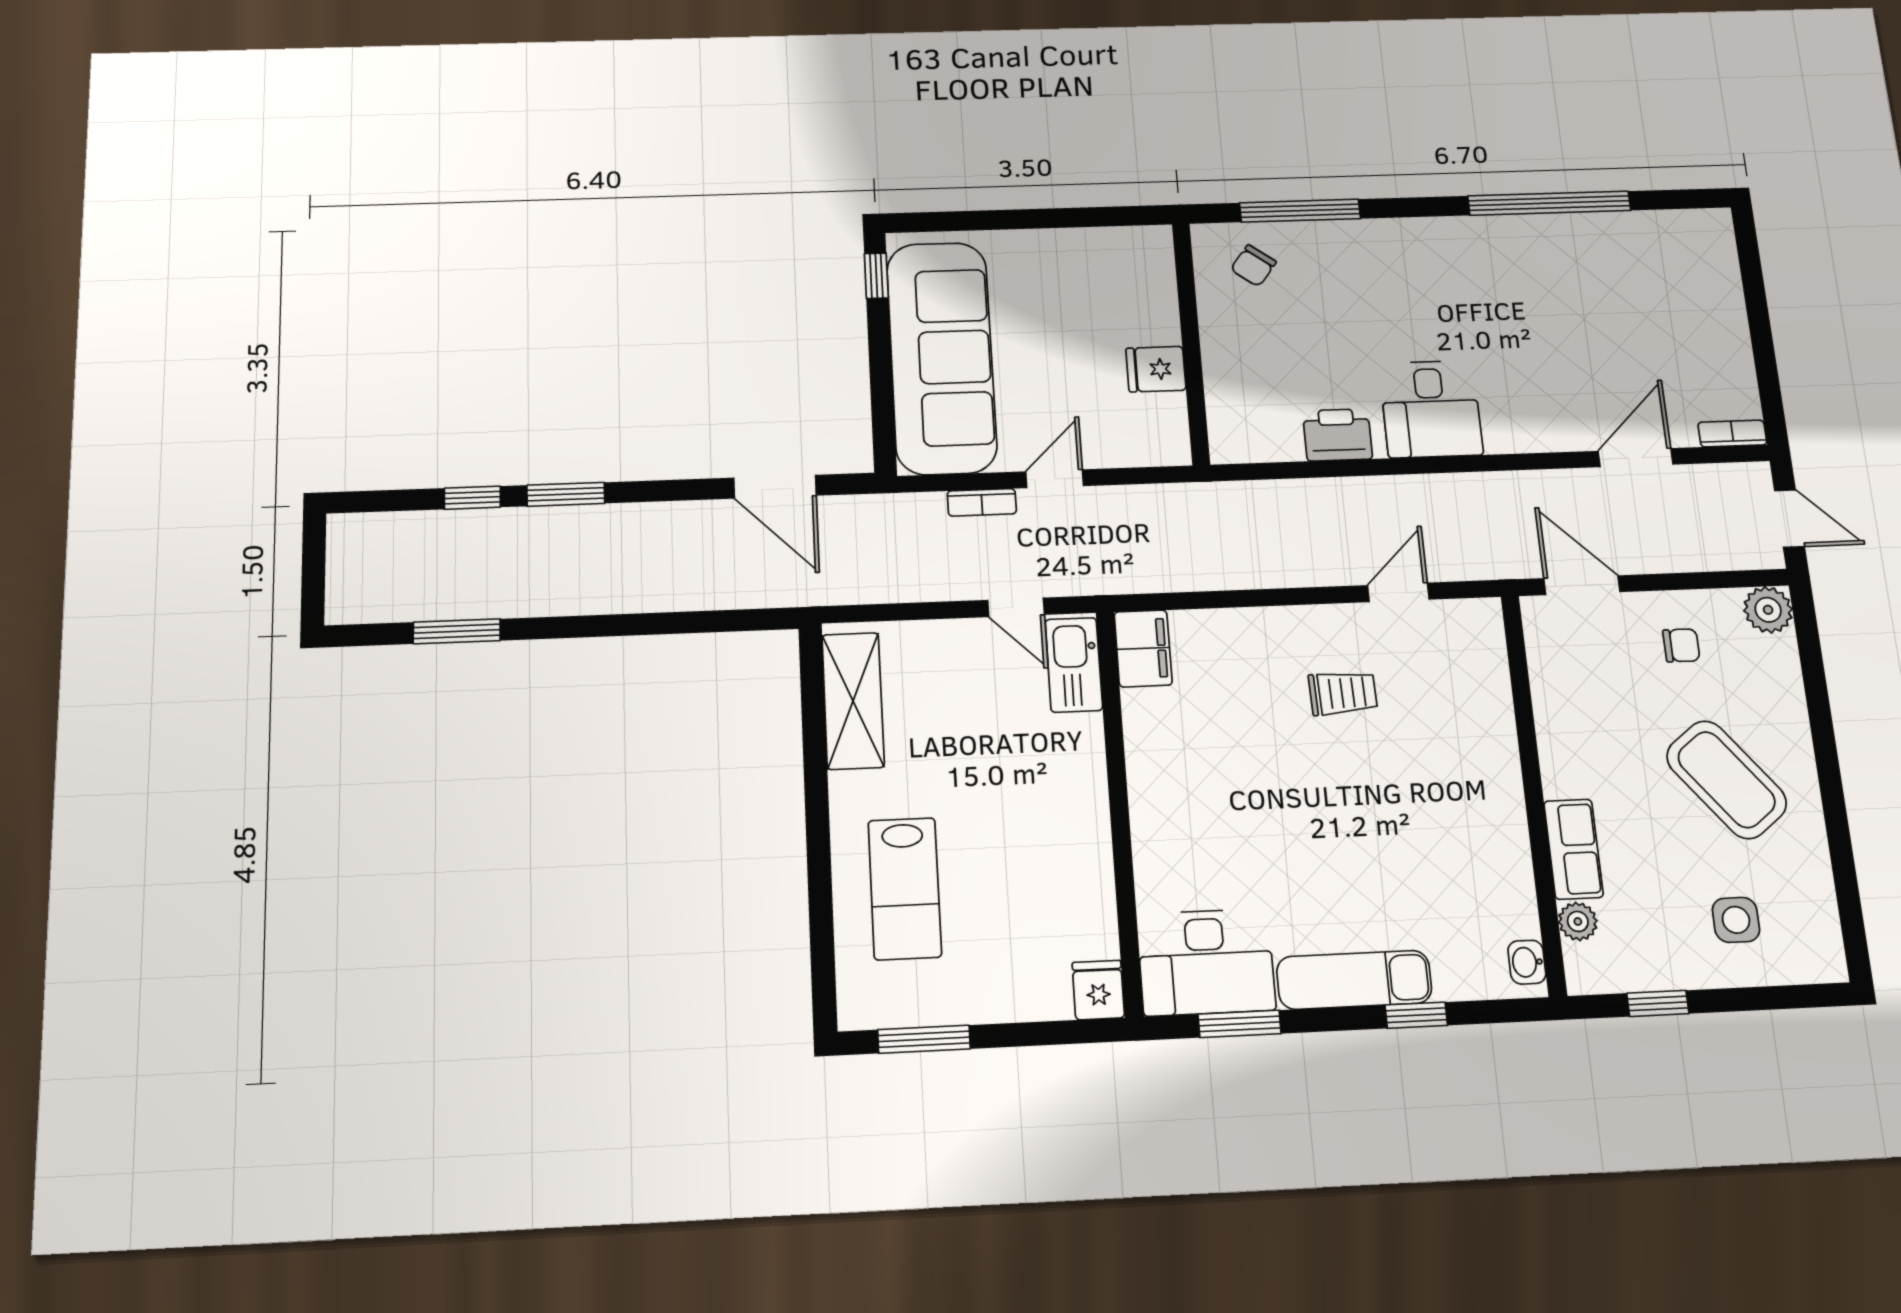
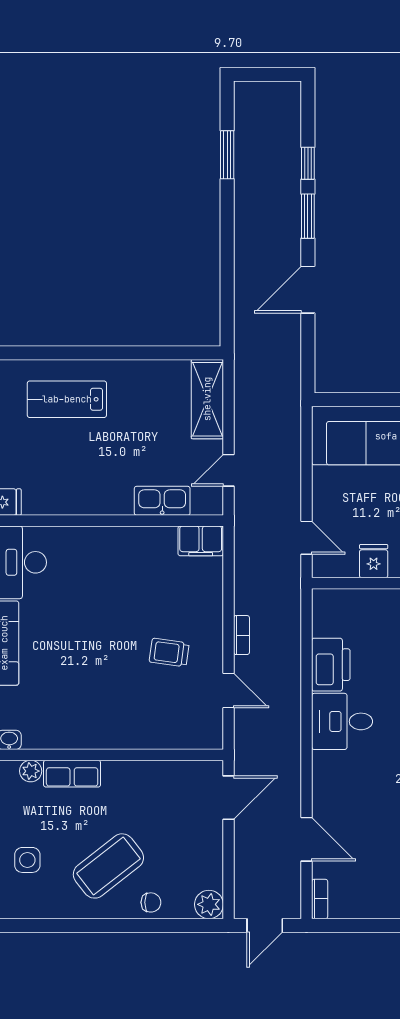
printer: (1338, 435) -> (331, 665), width x1.37, depth x1.19
door: (1055, 479) -> (307, 538), moved
door: (775, 487) -> (308, 290), moved
bookcase: (982, 502) -> (242, 635), moved, turned 180
chair: (1681, 645) -> (151, 902), moved, turned -90
kitchen sink: (1074, 665) -> (162, 501), moved
trolley: (1343, 693) -> (169, 653), turned 100
shelving: (853, 701) -> (207, 399), moved, turned 90

